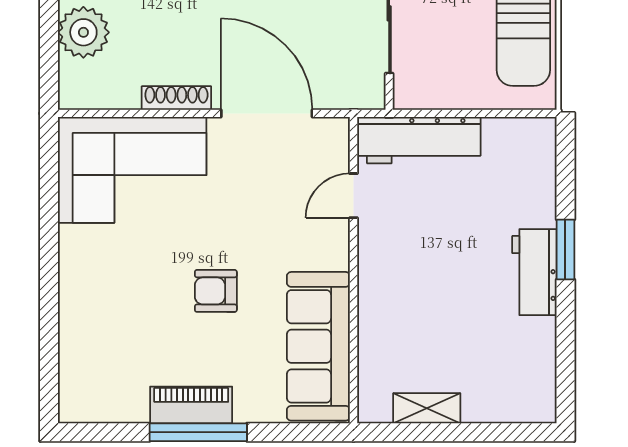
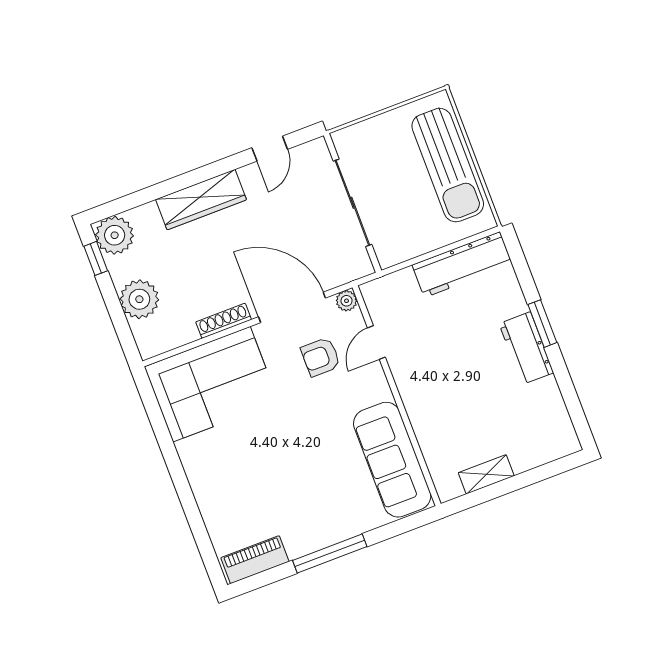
plant: (336, 131) -> (346, 301), added
workbench: (419, 140) -> (462, 265), moved
armchair: (216, 291) -> (321, 357), moved
piano: (191, 405) -> (255, 560), moved

